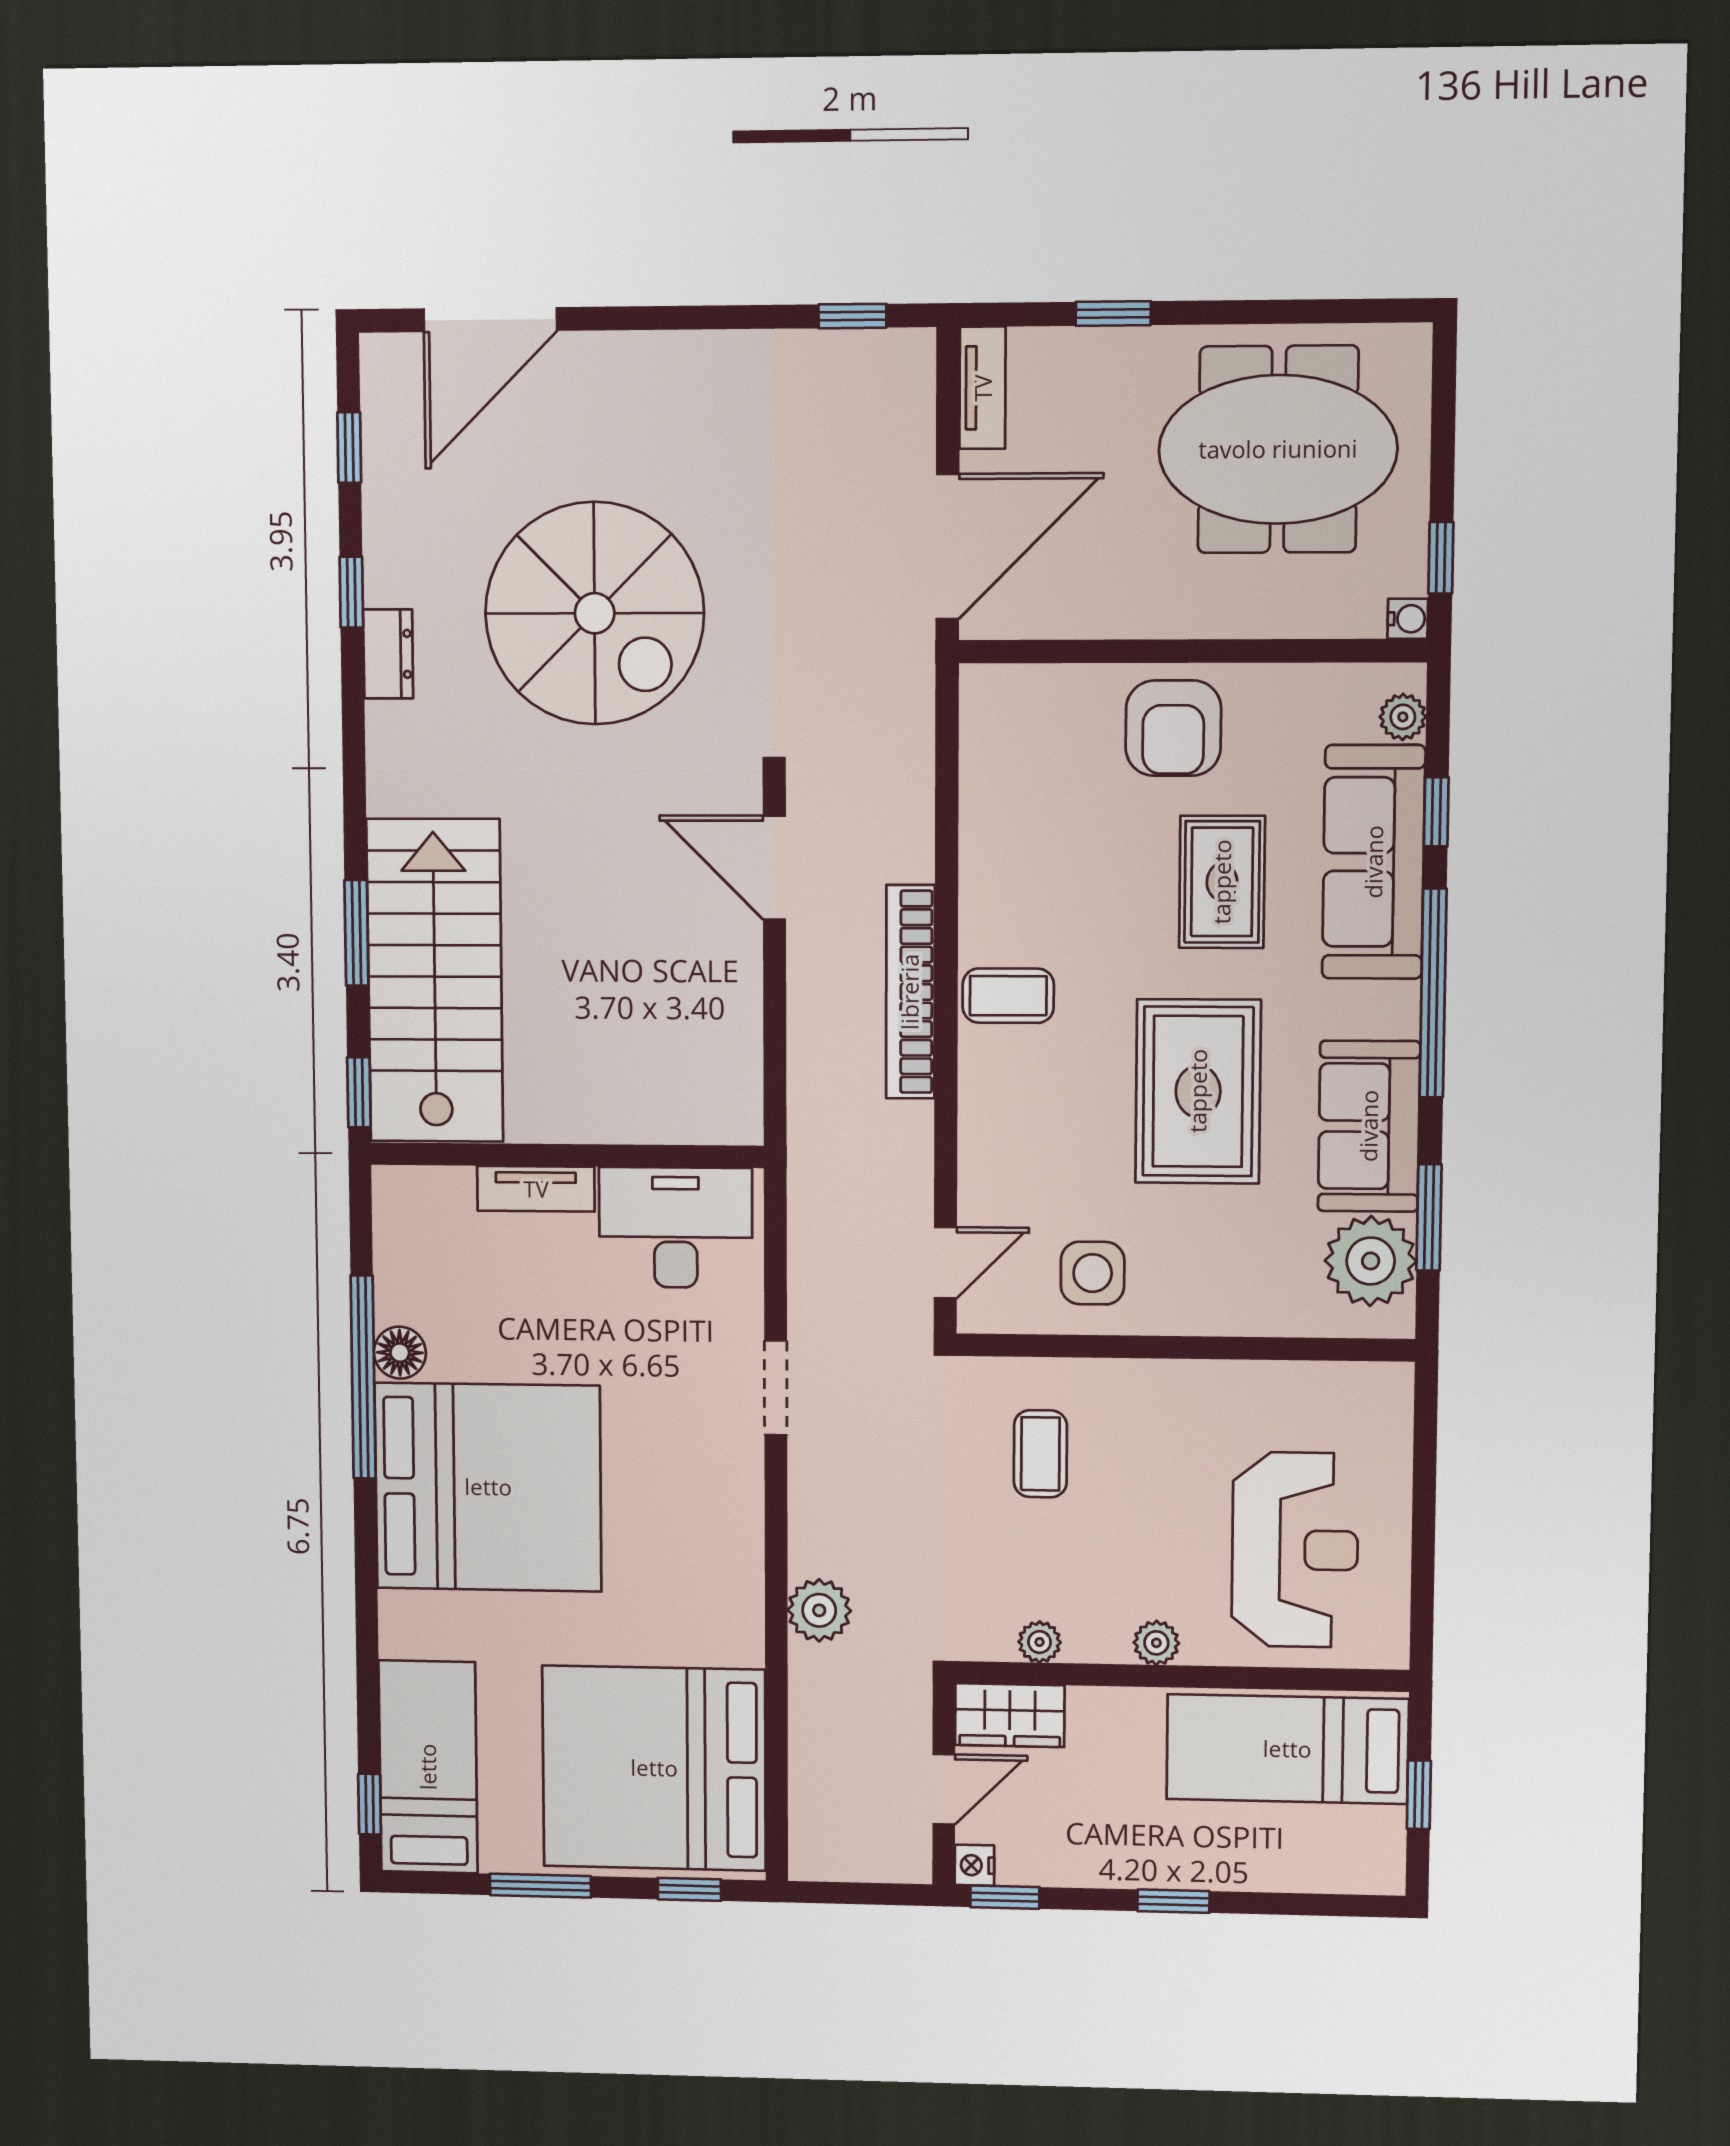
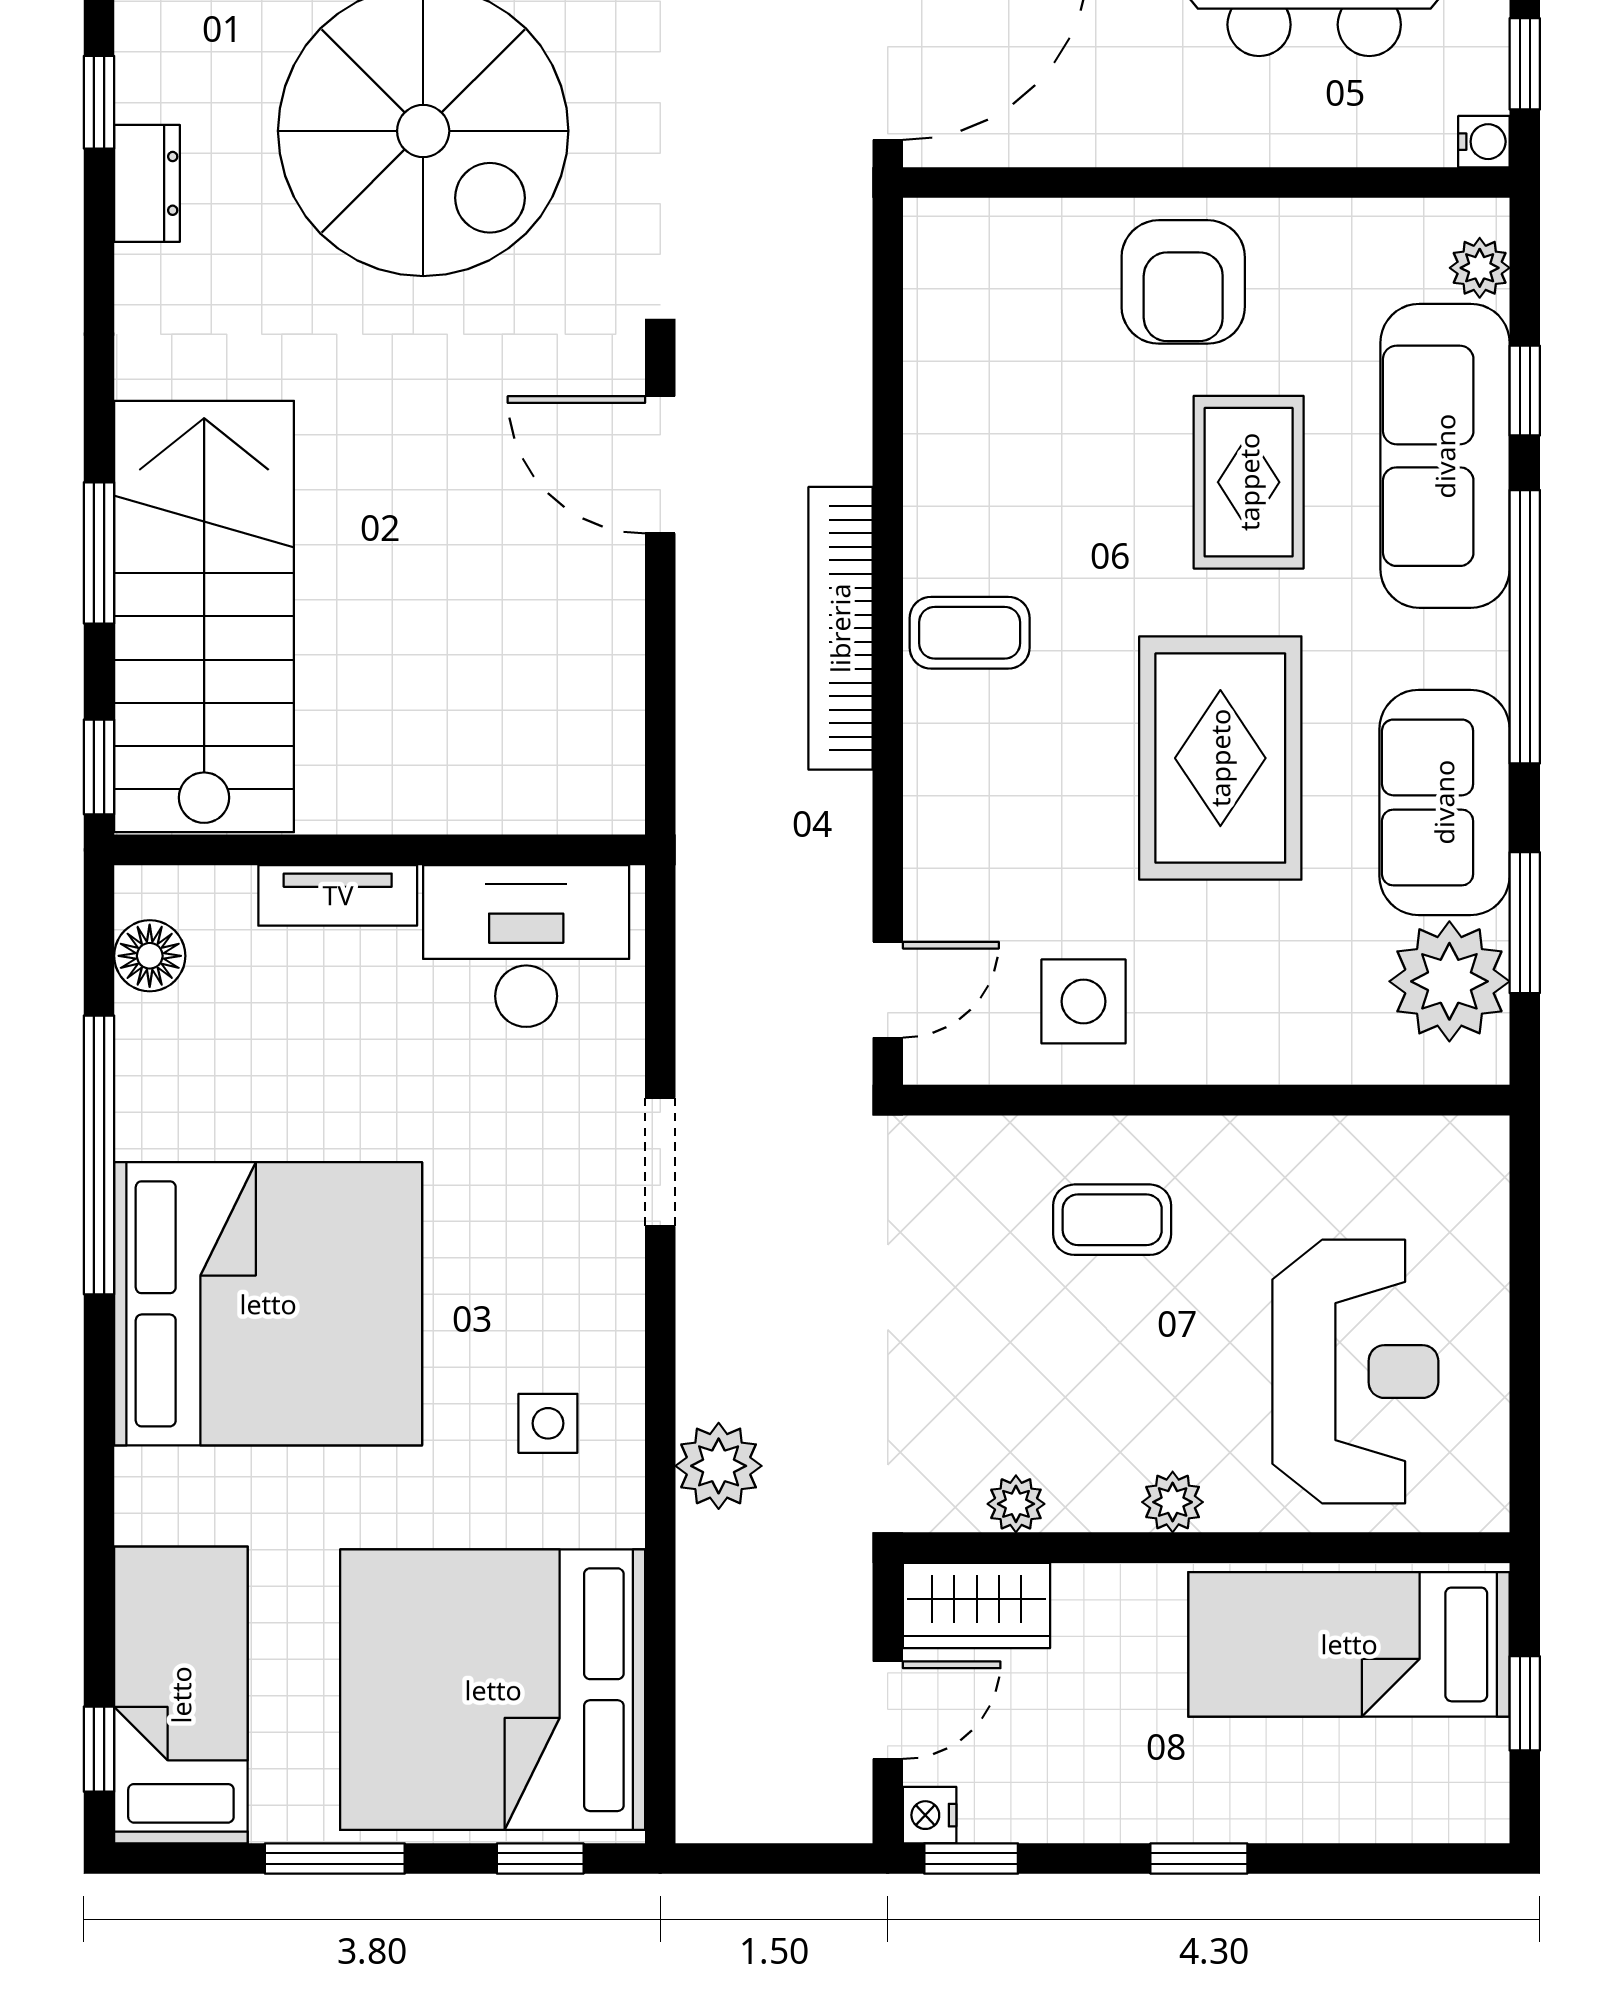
floor lamp: (400, 1353) -> (150, 956), moved
coffee table: (1040, 1454) -> (1112, 1220), moved, turned 90
side table: (694, 1577) -> (548, 1423), added

